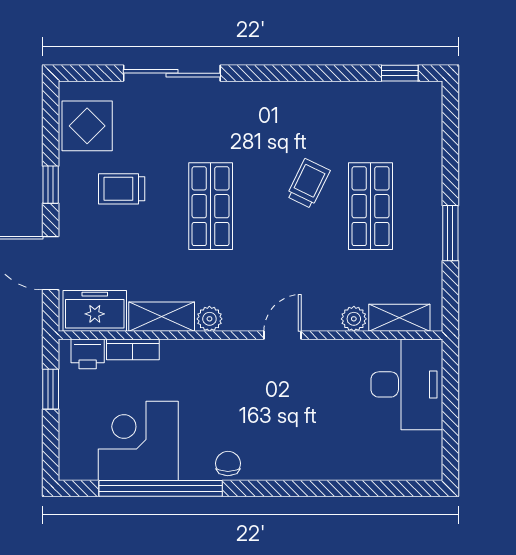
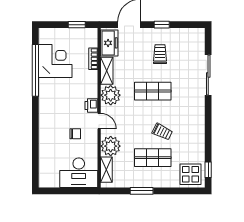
display table: (87, 126) -> (191, 174), moved
plant: (209, 319) -> (111, 95), width x1.88, depth x1.88
plant: (354, 319) -> (111, 146), width x1.88, depth x1.88
printer: (88, 354) -> (91, 105), moved
chair: (228, 463) -> (75, 134), moved

